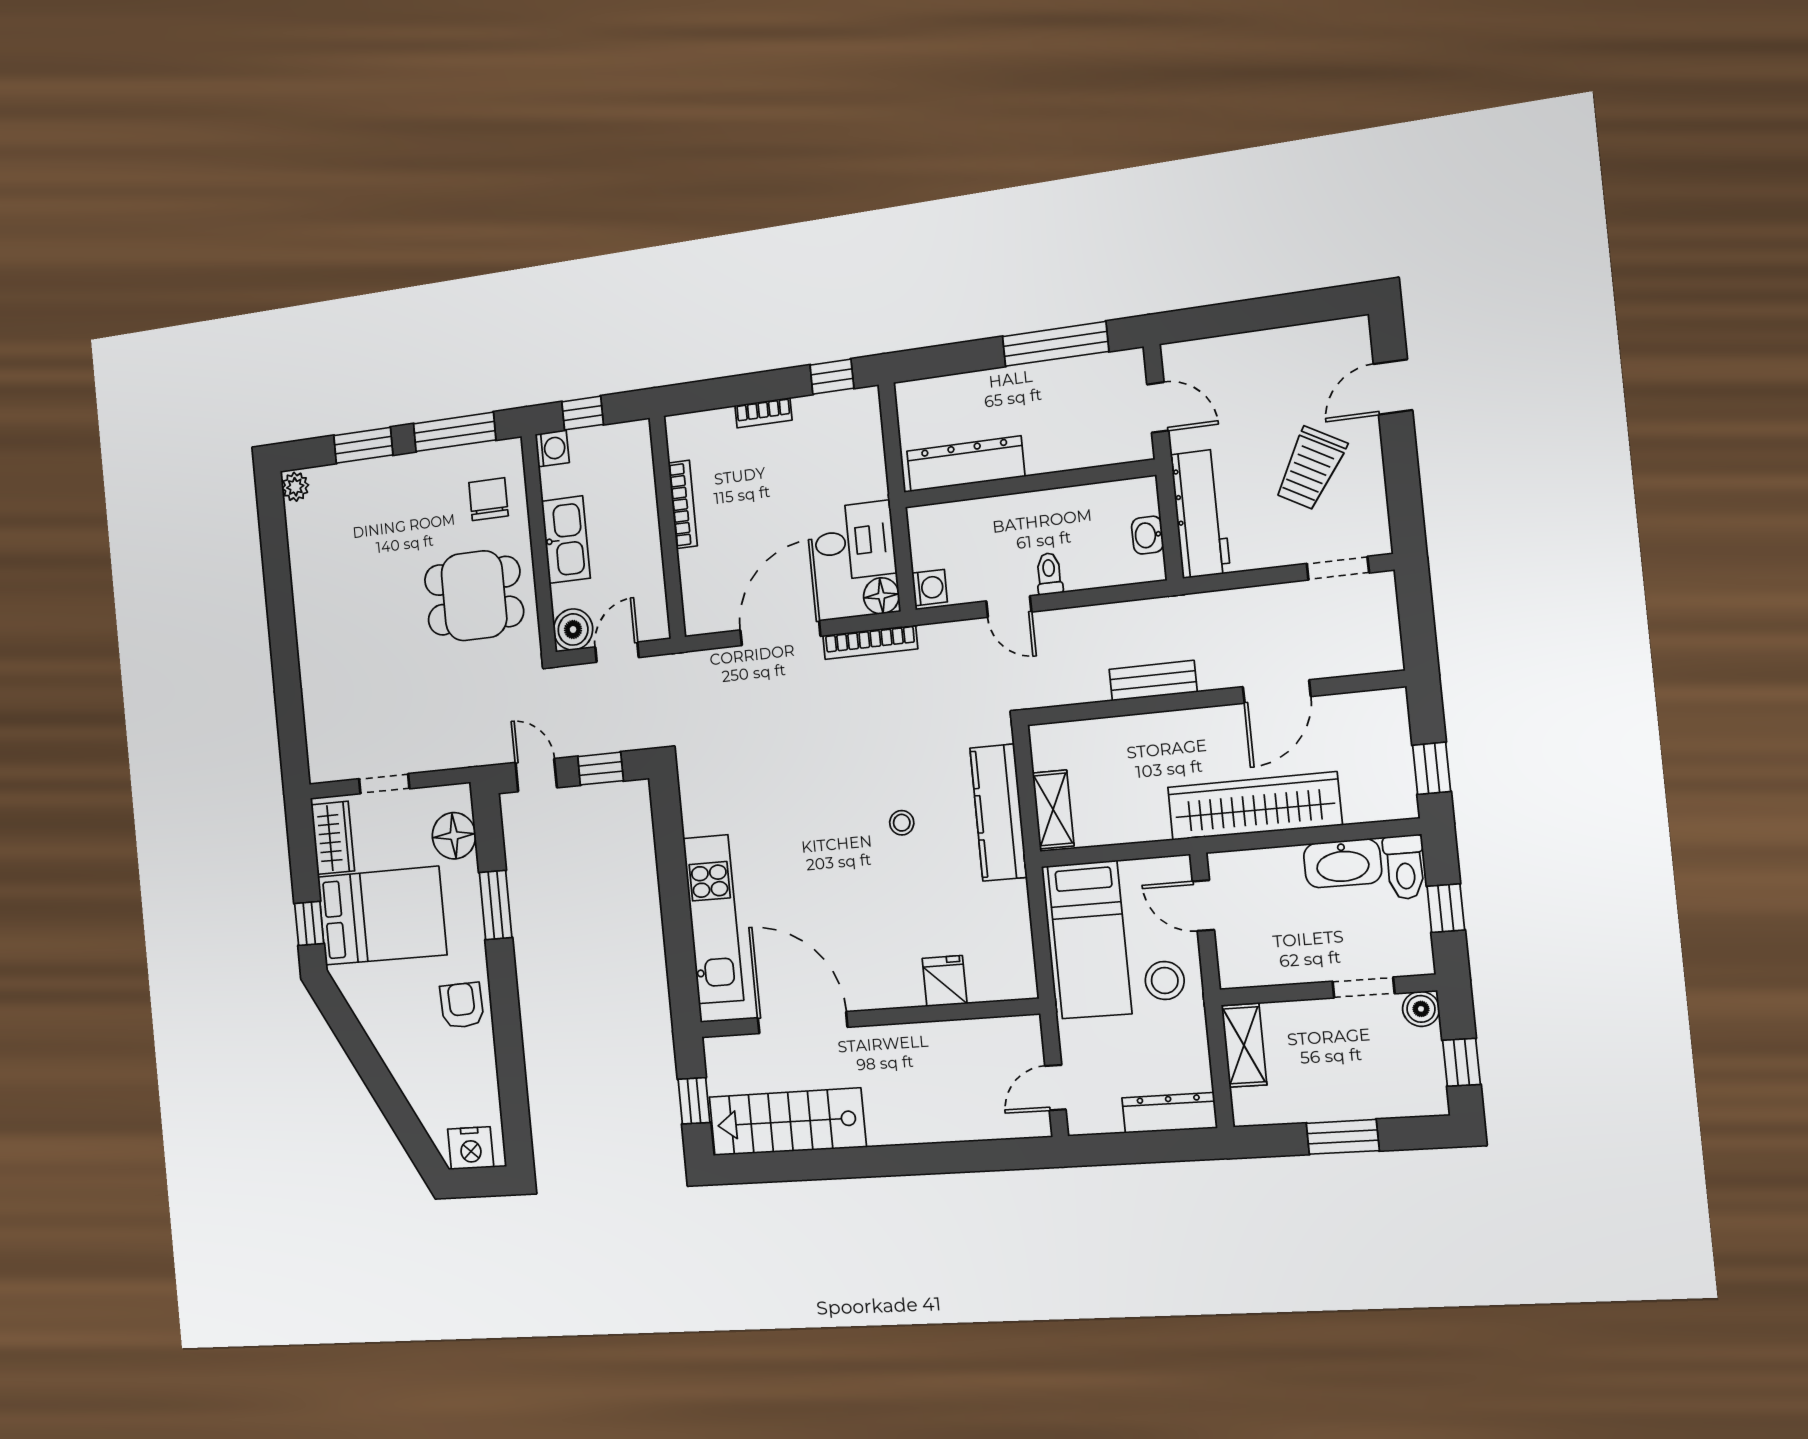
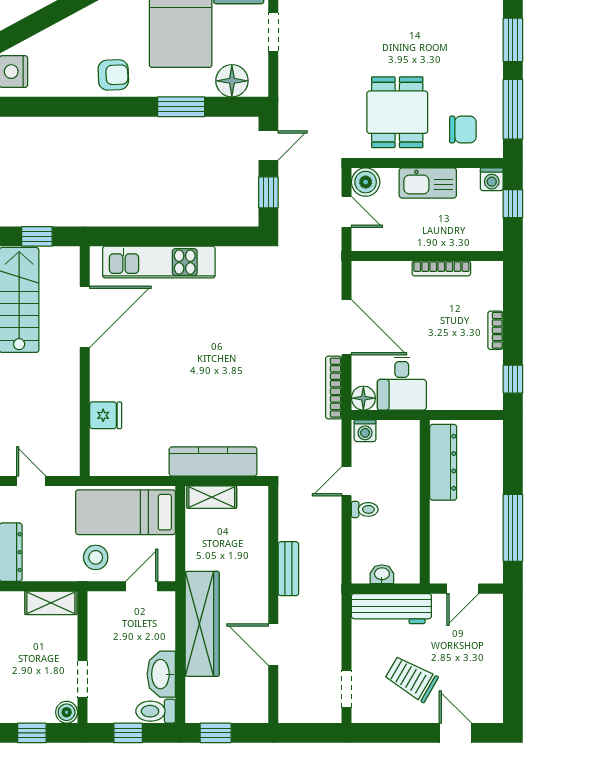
stool: (902, 823) -> (212, 397), removed

